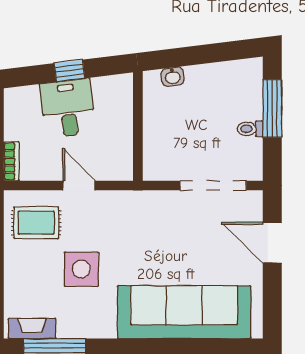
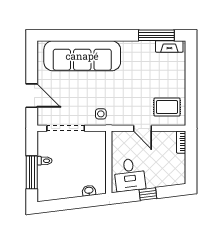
desk: (68, 108) -> (130, 175), moved
side table: (81, 269) -> (101, 114), moved, width x0.54, depth x0.54

